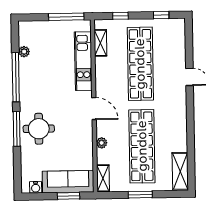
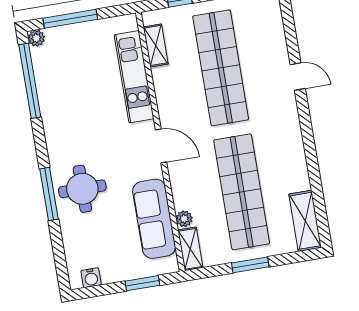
window: (66, 17) -> (70, 19), moved
plant: (24, 52) -> (36, 38), moved
window: (16, 77) -> (30, 81), moved
plant: (102, 143) -> (184, 219), moved
sofa: (68, 182) -> (154, 219), moved, turned -90

